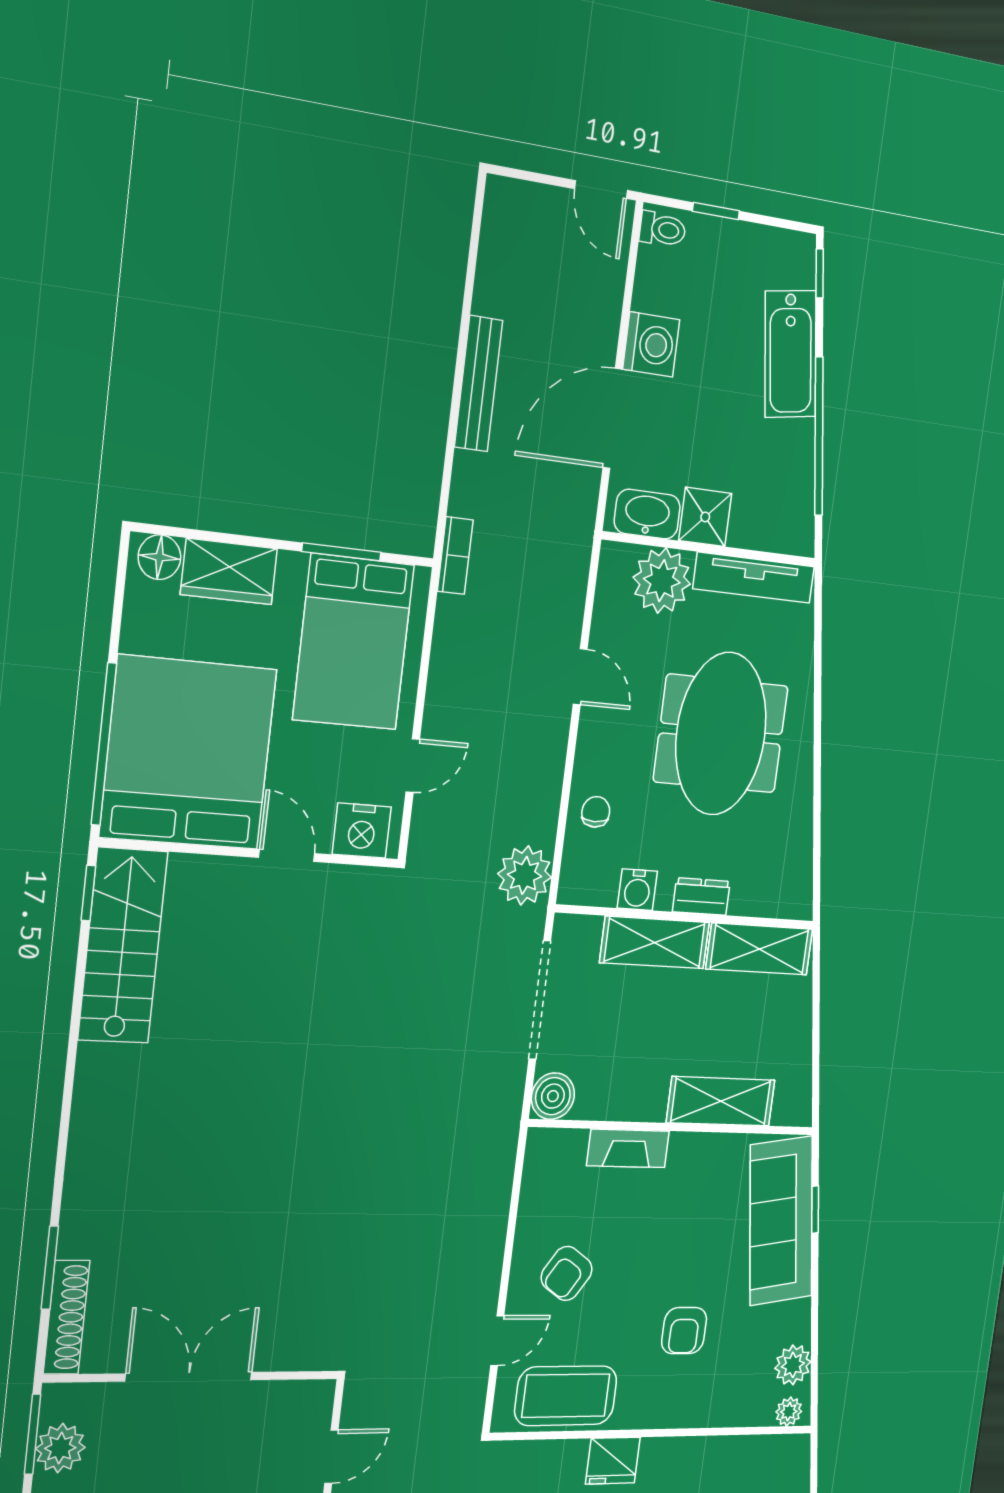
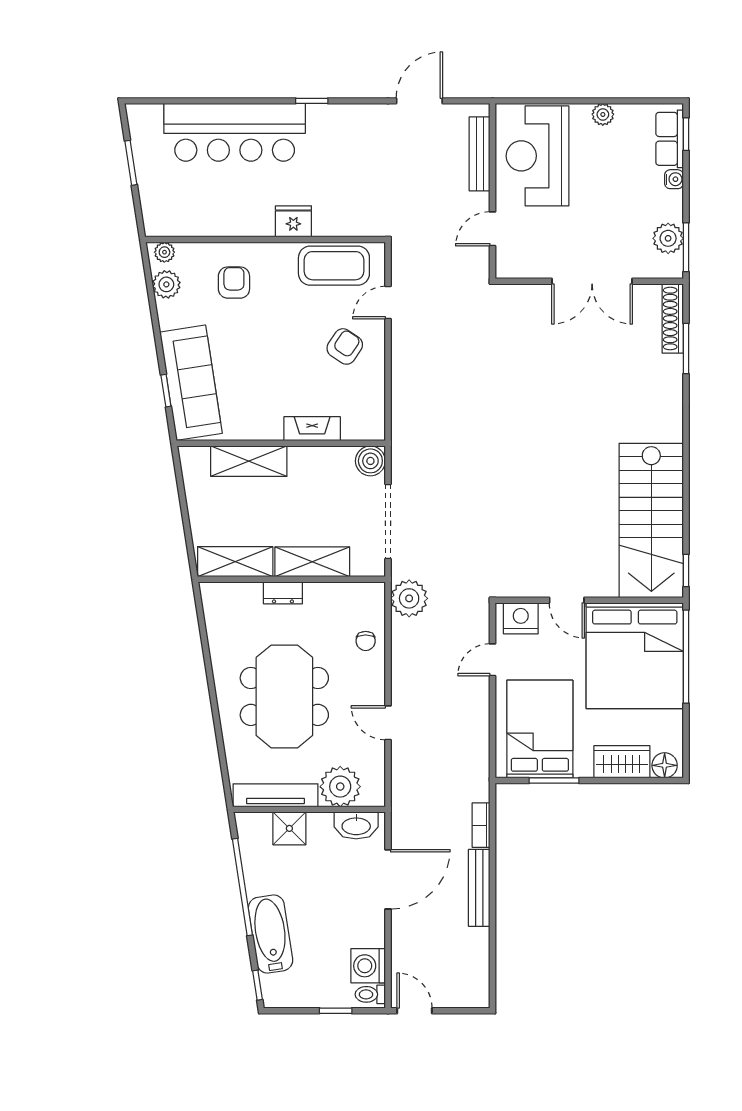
washing machine: (651, 344) -> (368, 966), moved
shower: (705, 517) -> (289, 828), moved
bookcase: (455, 556) -> (481, 825), moved
water cooler: (637, 890) -> (329, 594), removed
stairs: (123, 946) -> (651, 520), width x1.36, depth x1.51
armchair: (684, 1331) -> (234, 283), moved

